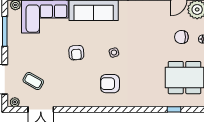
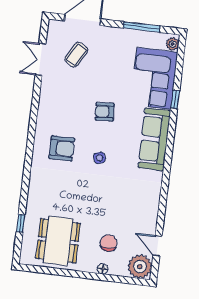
armchair: (110, 84) -> (62, 148), turned 90
plant: (15, 102) -> (53, 29), removed

